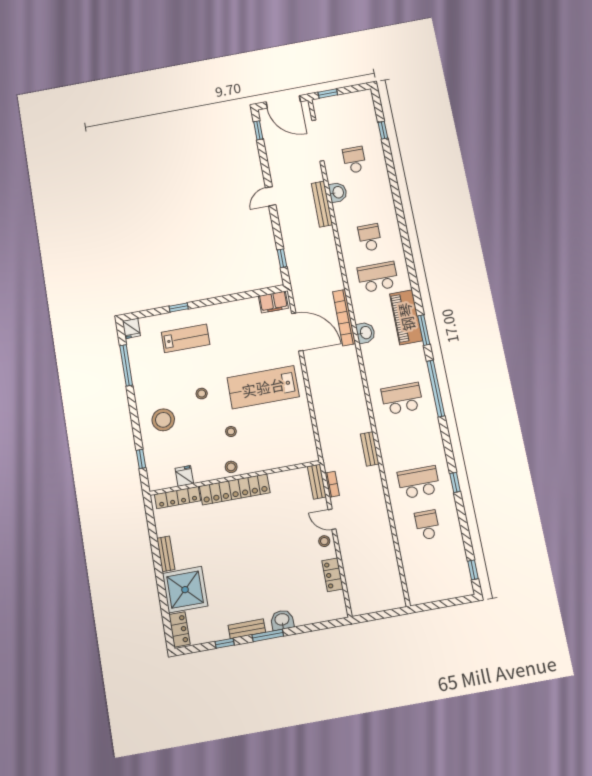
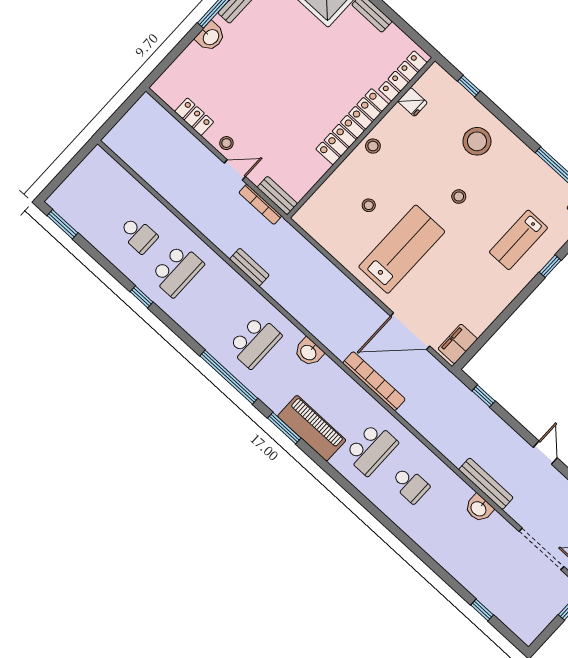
school desk: (354, 160) -> (488, 556), removed
washbasin: (365, 333) -> (309, 352), moved
stool: (231, 431) -> (369, 205), moved
bookcase: (332, 484) -> (260, 204), width x1.56
window: (473, 570) -> (62, 224), width x1.50

